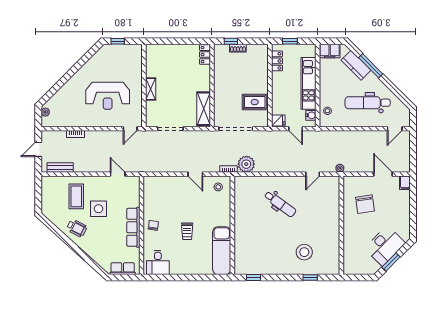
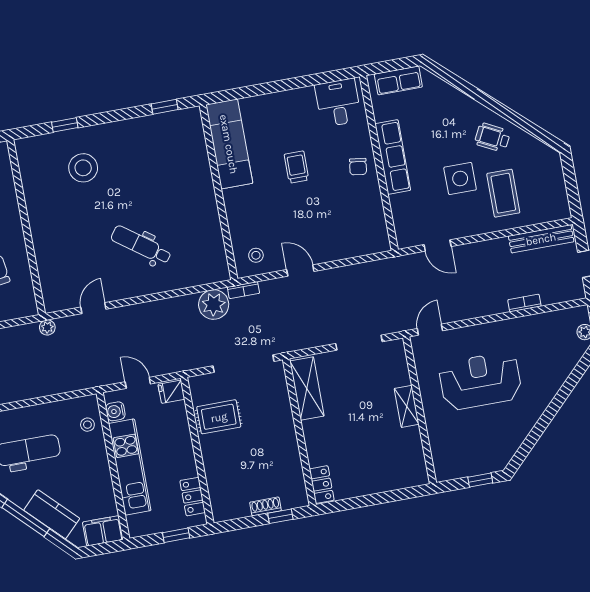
bench: (60, 168) -> (541, 239), width x1.36

